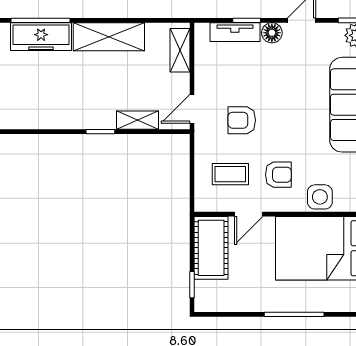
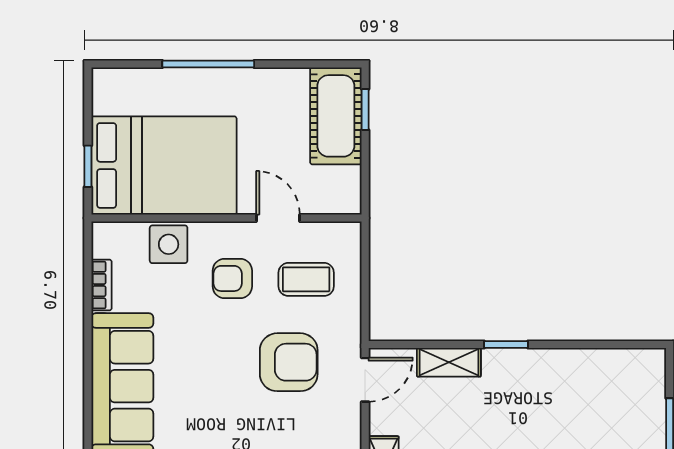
armchair: (242, 120) -> (289, 362), width x1.38, depth x1.38
door: (249, 214) -> (278, 218), hinge flipped
cot: (211, 248) -> (336, 116), moved

